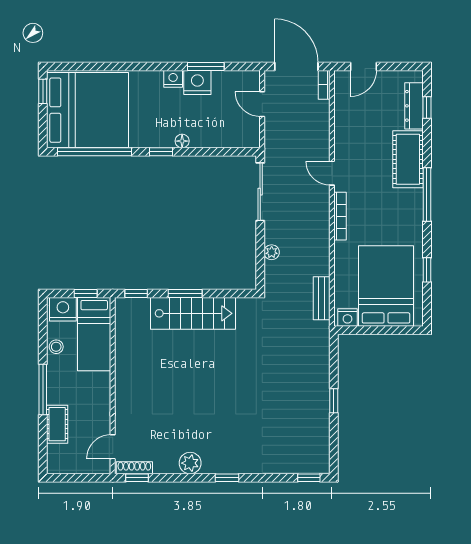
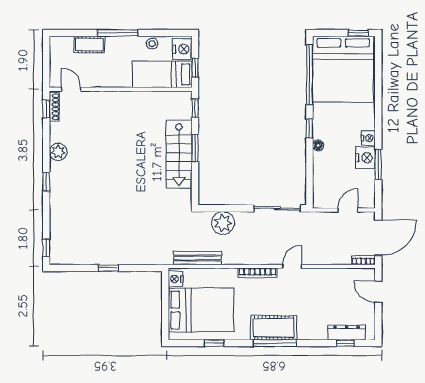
cot: (408, 159) -> (274, 328), moved
plant: (272, 252) -> (223, 223), width x1.87, depth x1.87
bench: (322, 298) -> (197, 258), width x1.36

